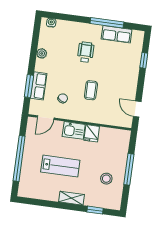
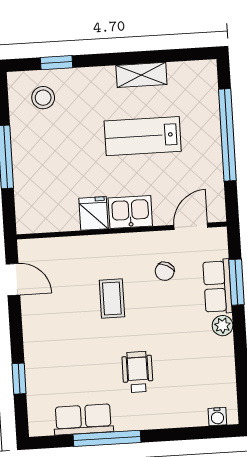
wheelchair: (86, 52) -> (138, 372), turned 180
plant: (42, 53) -> (223, 326), moved
stool: (106, 179) -> (43, 98), moved
shelving: (72, 198) -> (141, 75), moved

